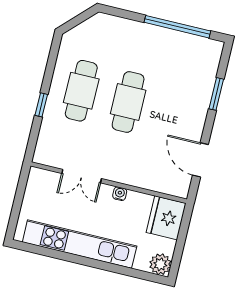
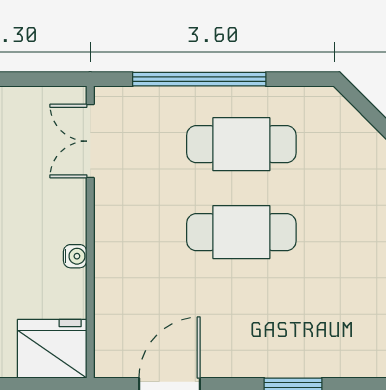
window: (41, 105) -> (199, 79), width x3.17
double door: (82, 176) -> (90, 141), moved

